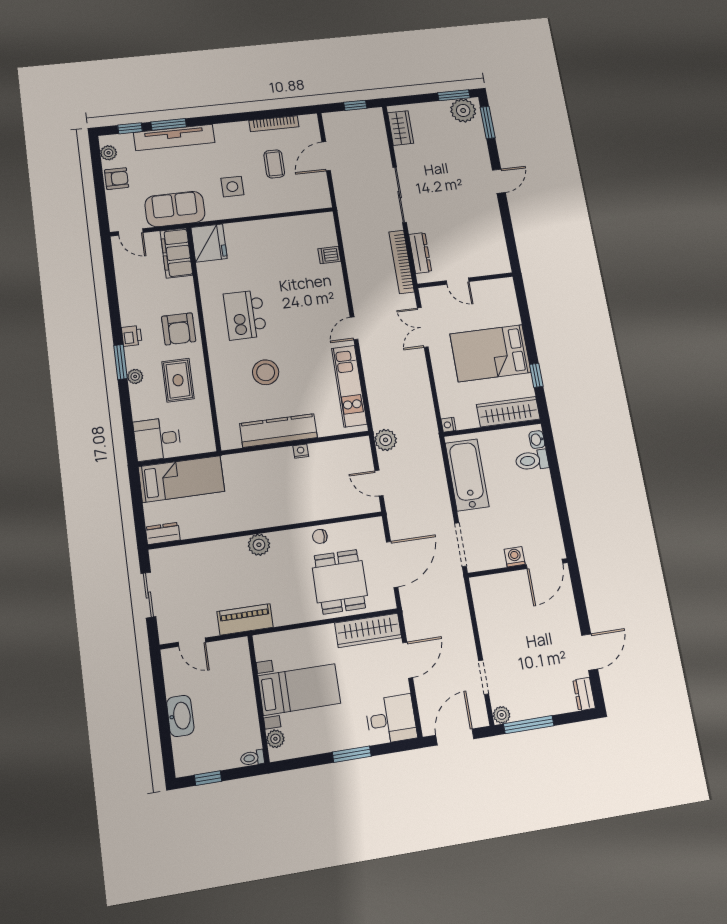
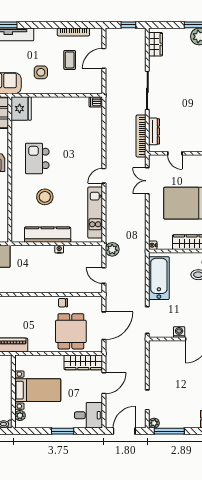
dishwasher: (329, 255) -> (96, 102), moved
plant: (259, 545) -> (26, 302), removed

